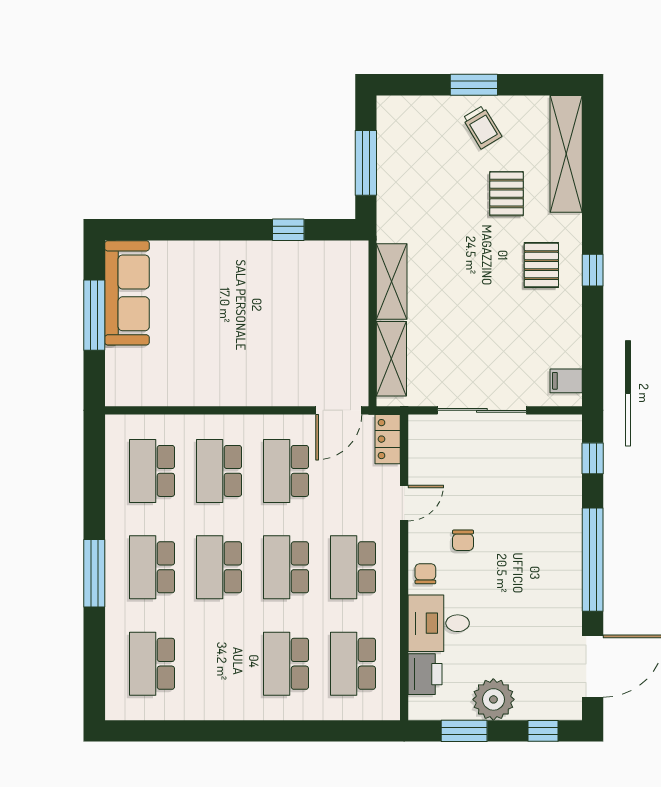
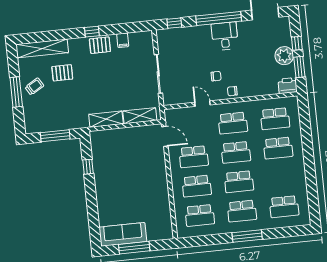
window: (474, 85) -> (16, 92), width x1.44
pallet: (541, 265) -> (100, 45), moved
filing cabinet: (566, 381) -> (123, 40), moved
locker: (388, 439) -> (175, 114), removed
desk: (439, 623) -> (225, 36), moved, turned 180
printer: (425, 674) -> (288, 86), moved
window: (543, 731) -> (297, 43), moved

